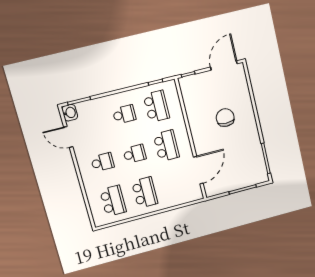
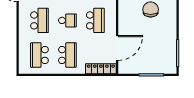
school desk: (102, 162) -> (39, 20), width x1.85
locker: (186, 198) -> (101, 69), added
school desk: (113, 201) -> (39, 55), turned 180

